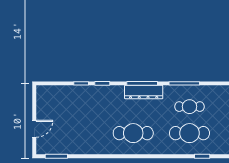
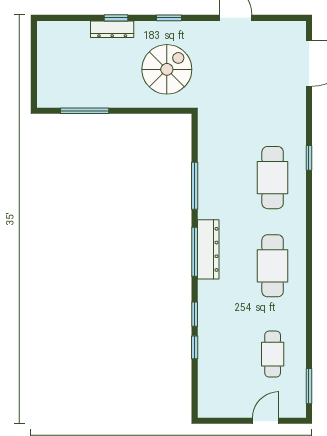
cafe table: (189, 107) -> (273, 354), moved
door: (34, 129) -> (266, 421), hinge flipped

